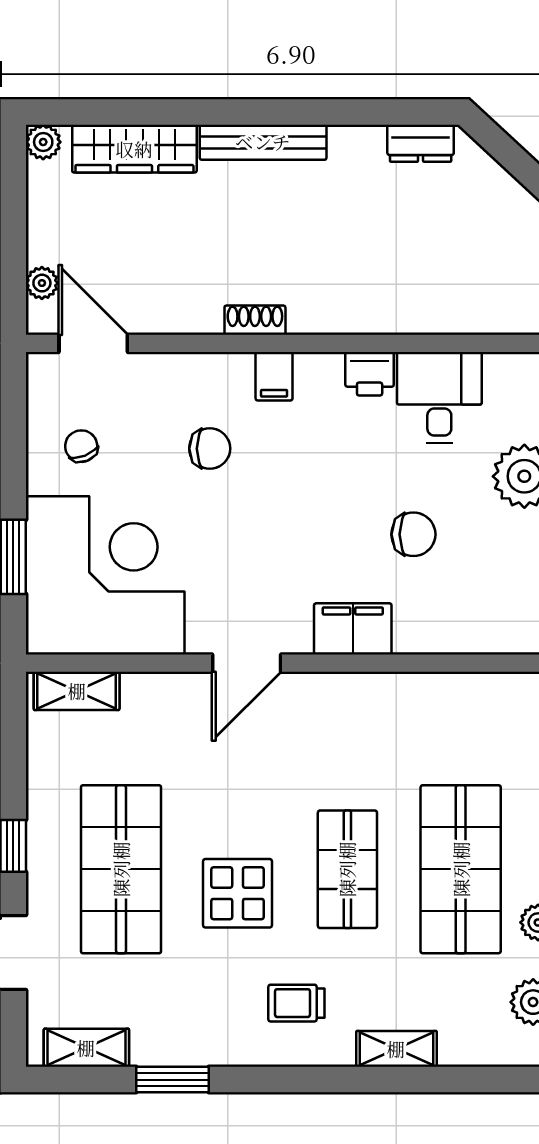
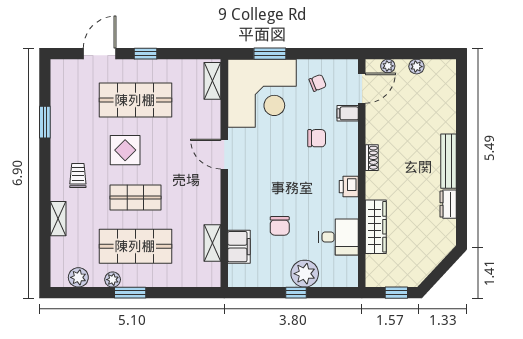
plant: (43, 142) -> (416, 67), moved
dresser: (421, 143) -> (448, 204), moved
wardrobe: (134, 149) -> (376, 227), moved, turned 180
printer: (370, 374) -> (349, 187), moved
filing cabinet: (274, 376) -> (348, 113), moved
chair: (210, 449) -> (317, 138), turned -90
filing cabinet: (353, 629) -> (239, 247), moved
shelving: (86, 1048) -> (212, 243), moved

